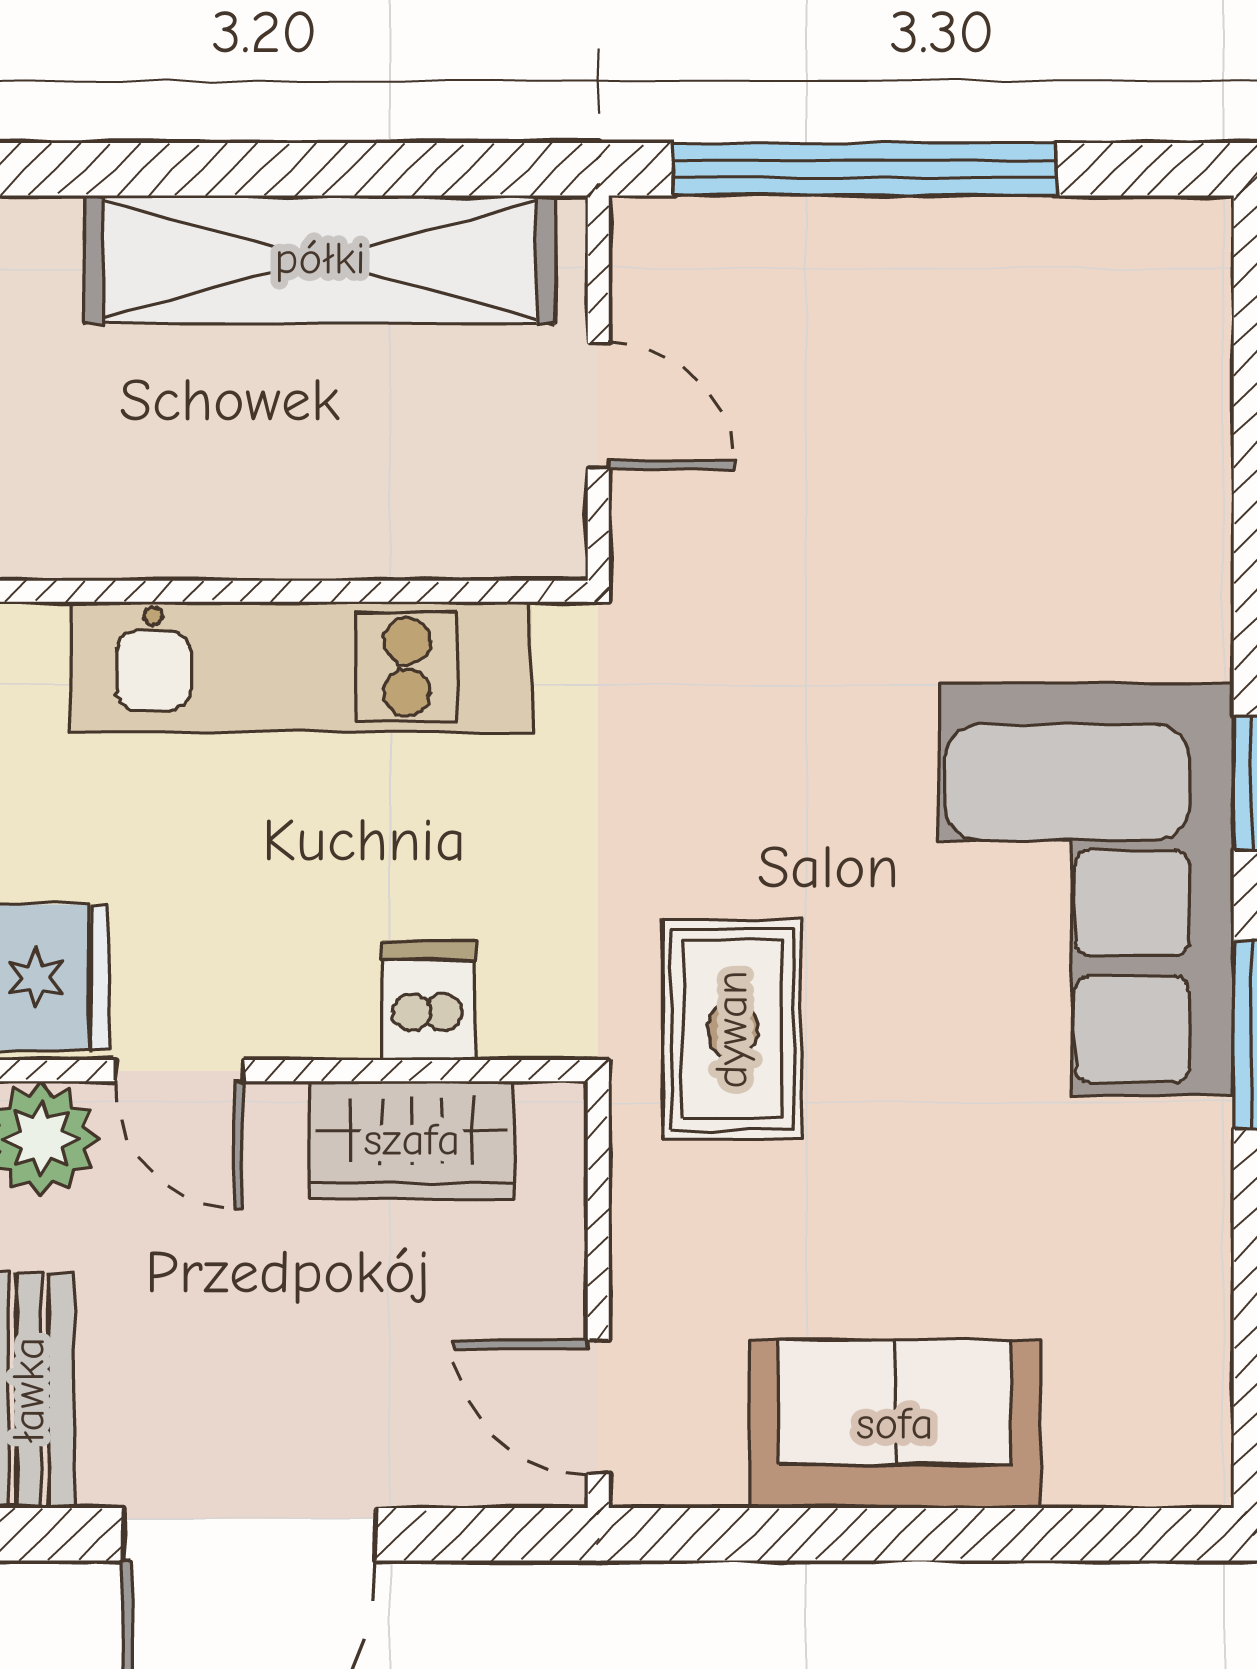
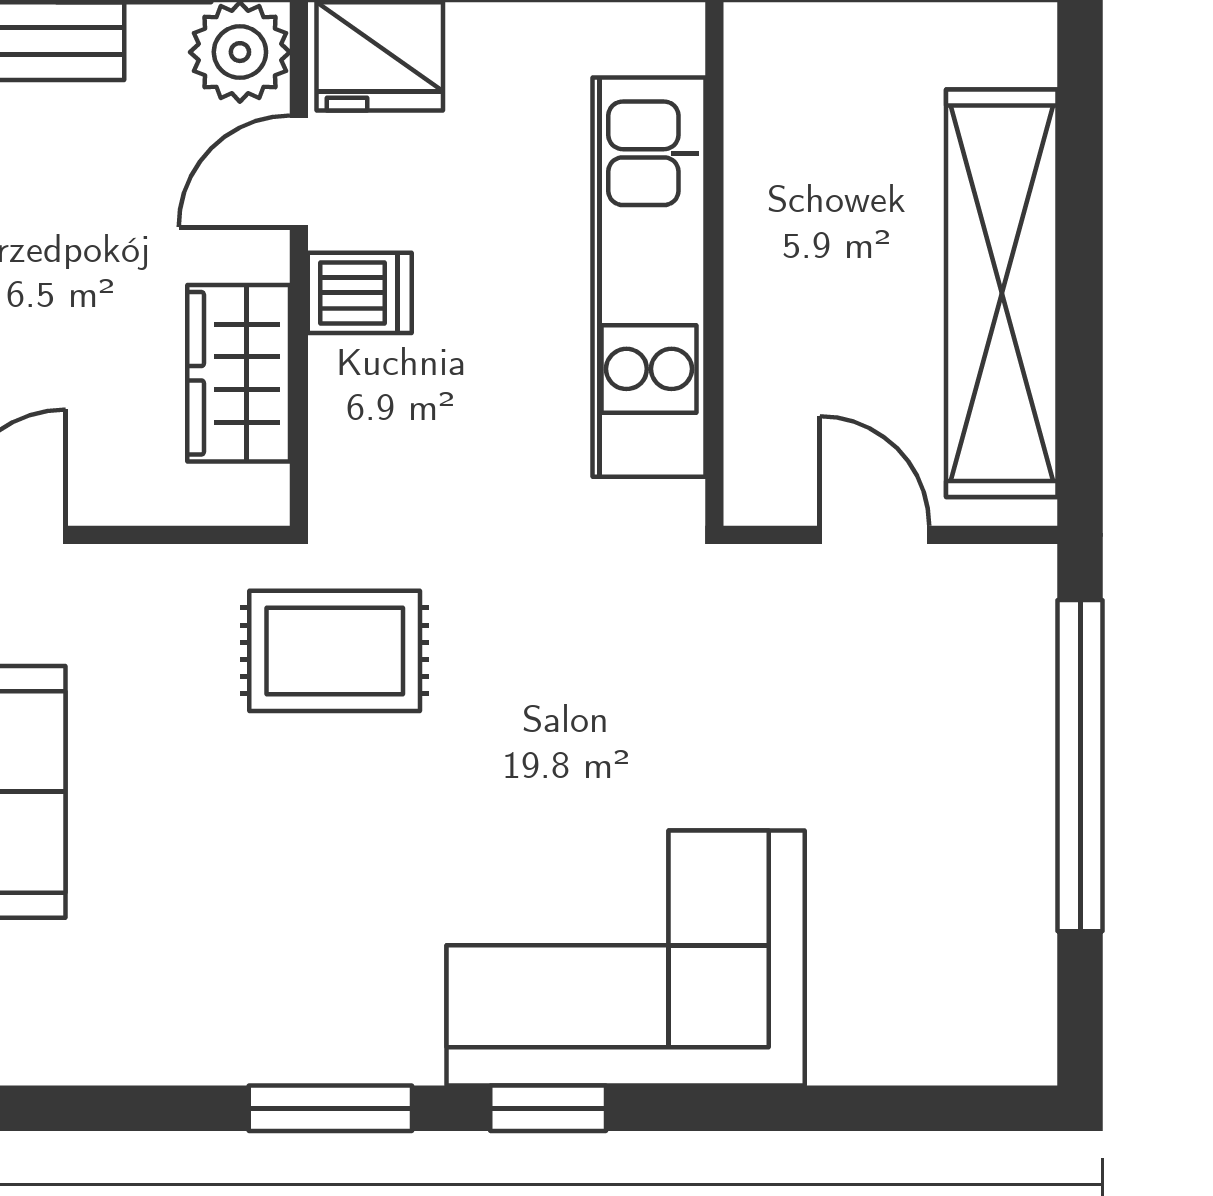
door: (598, 406) -> (875, 535), swing flipped
corner sofa: (1087, 889) -> (626, 958), moved
dishwasher: (429, 1000) -> (360, 293), moved

